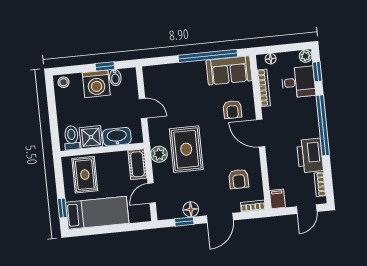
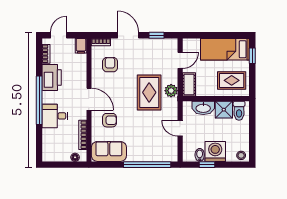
window: (208, 56) -> (147, 165), moved
plant: (306, 56) -> (47, 157), removed
window: (317, 72) -> (39, 143), removed
desk: (298, 82) -> (55, 116), moved
armchair: (232, 110) -> (109, 120), turned 90
rug: (85, 175) -> (232, 80), turned 90
floor lamp: (191, 209) -> (150, 44), removed
door: (220, 218) -> (128, 35), hinge flipped

